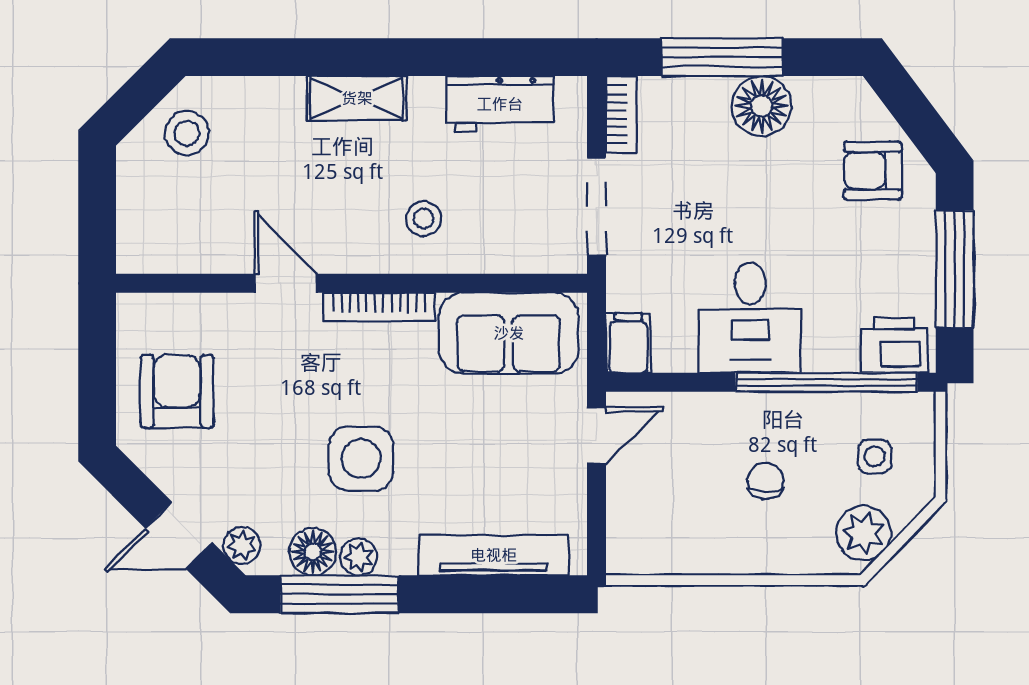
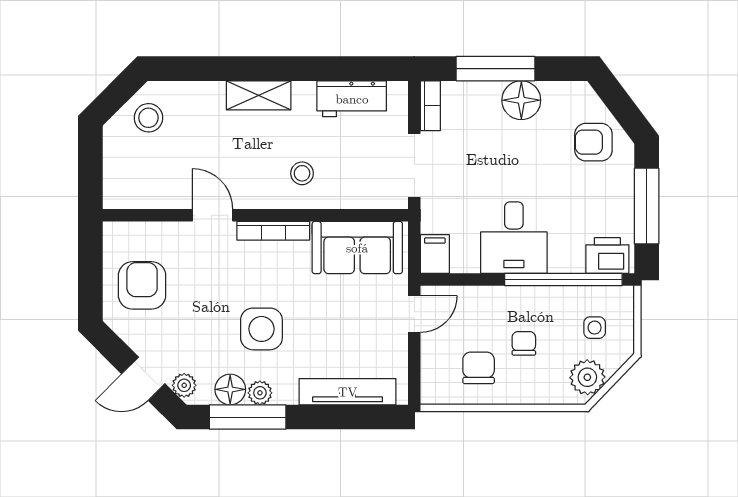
chair: (696, 519) -> (479, 368), added

